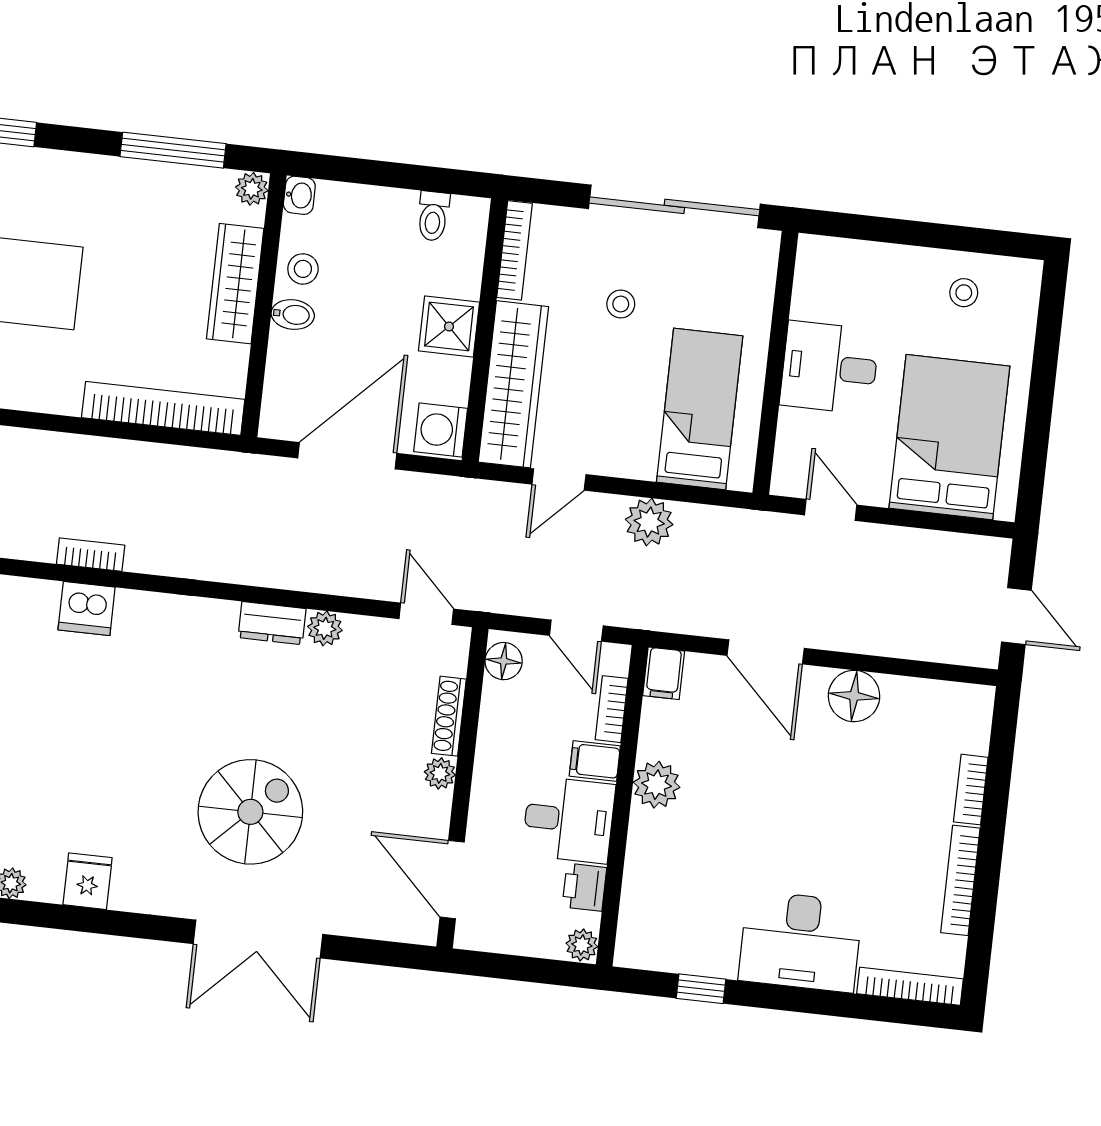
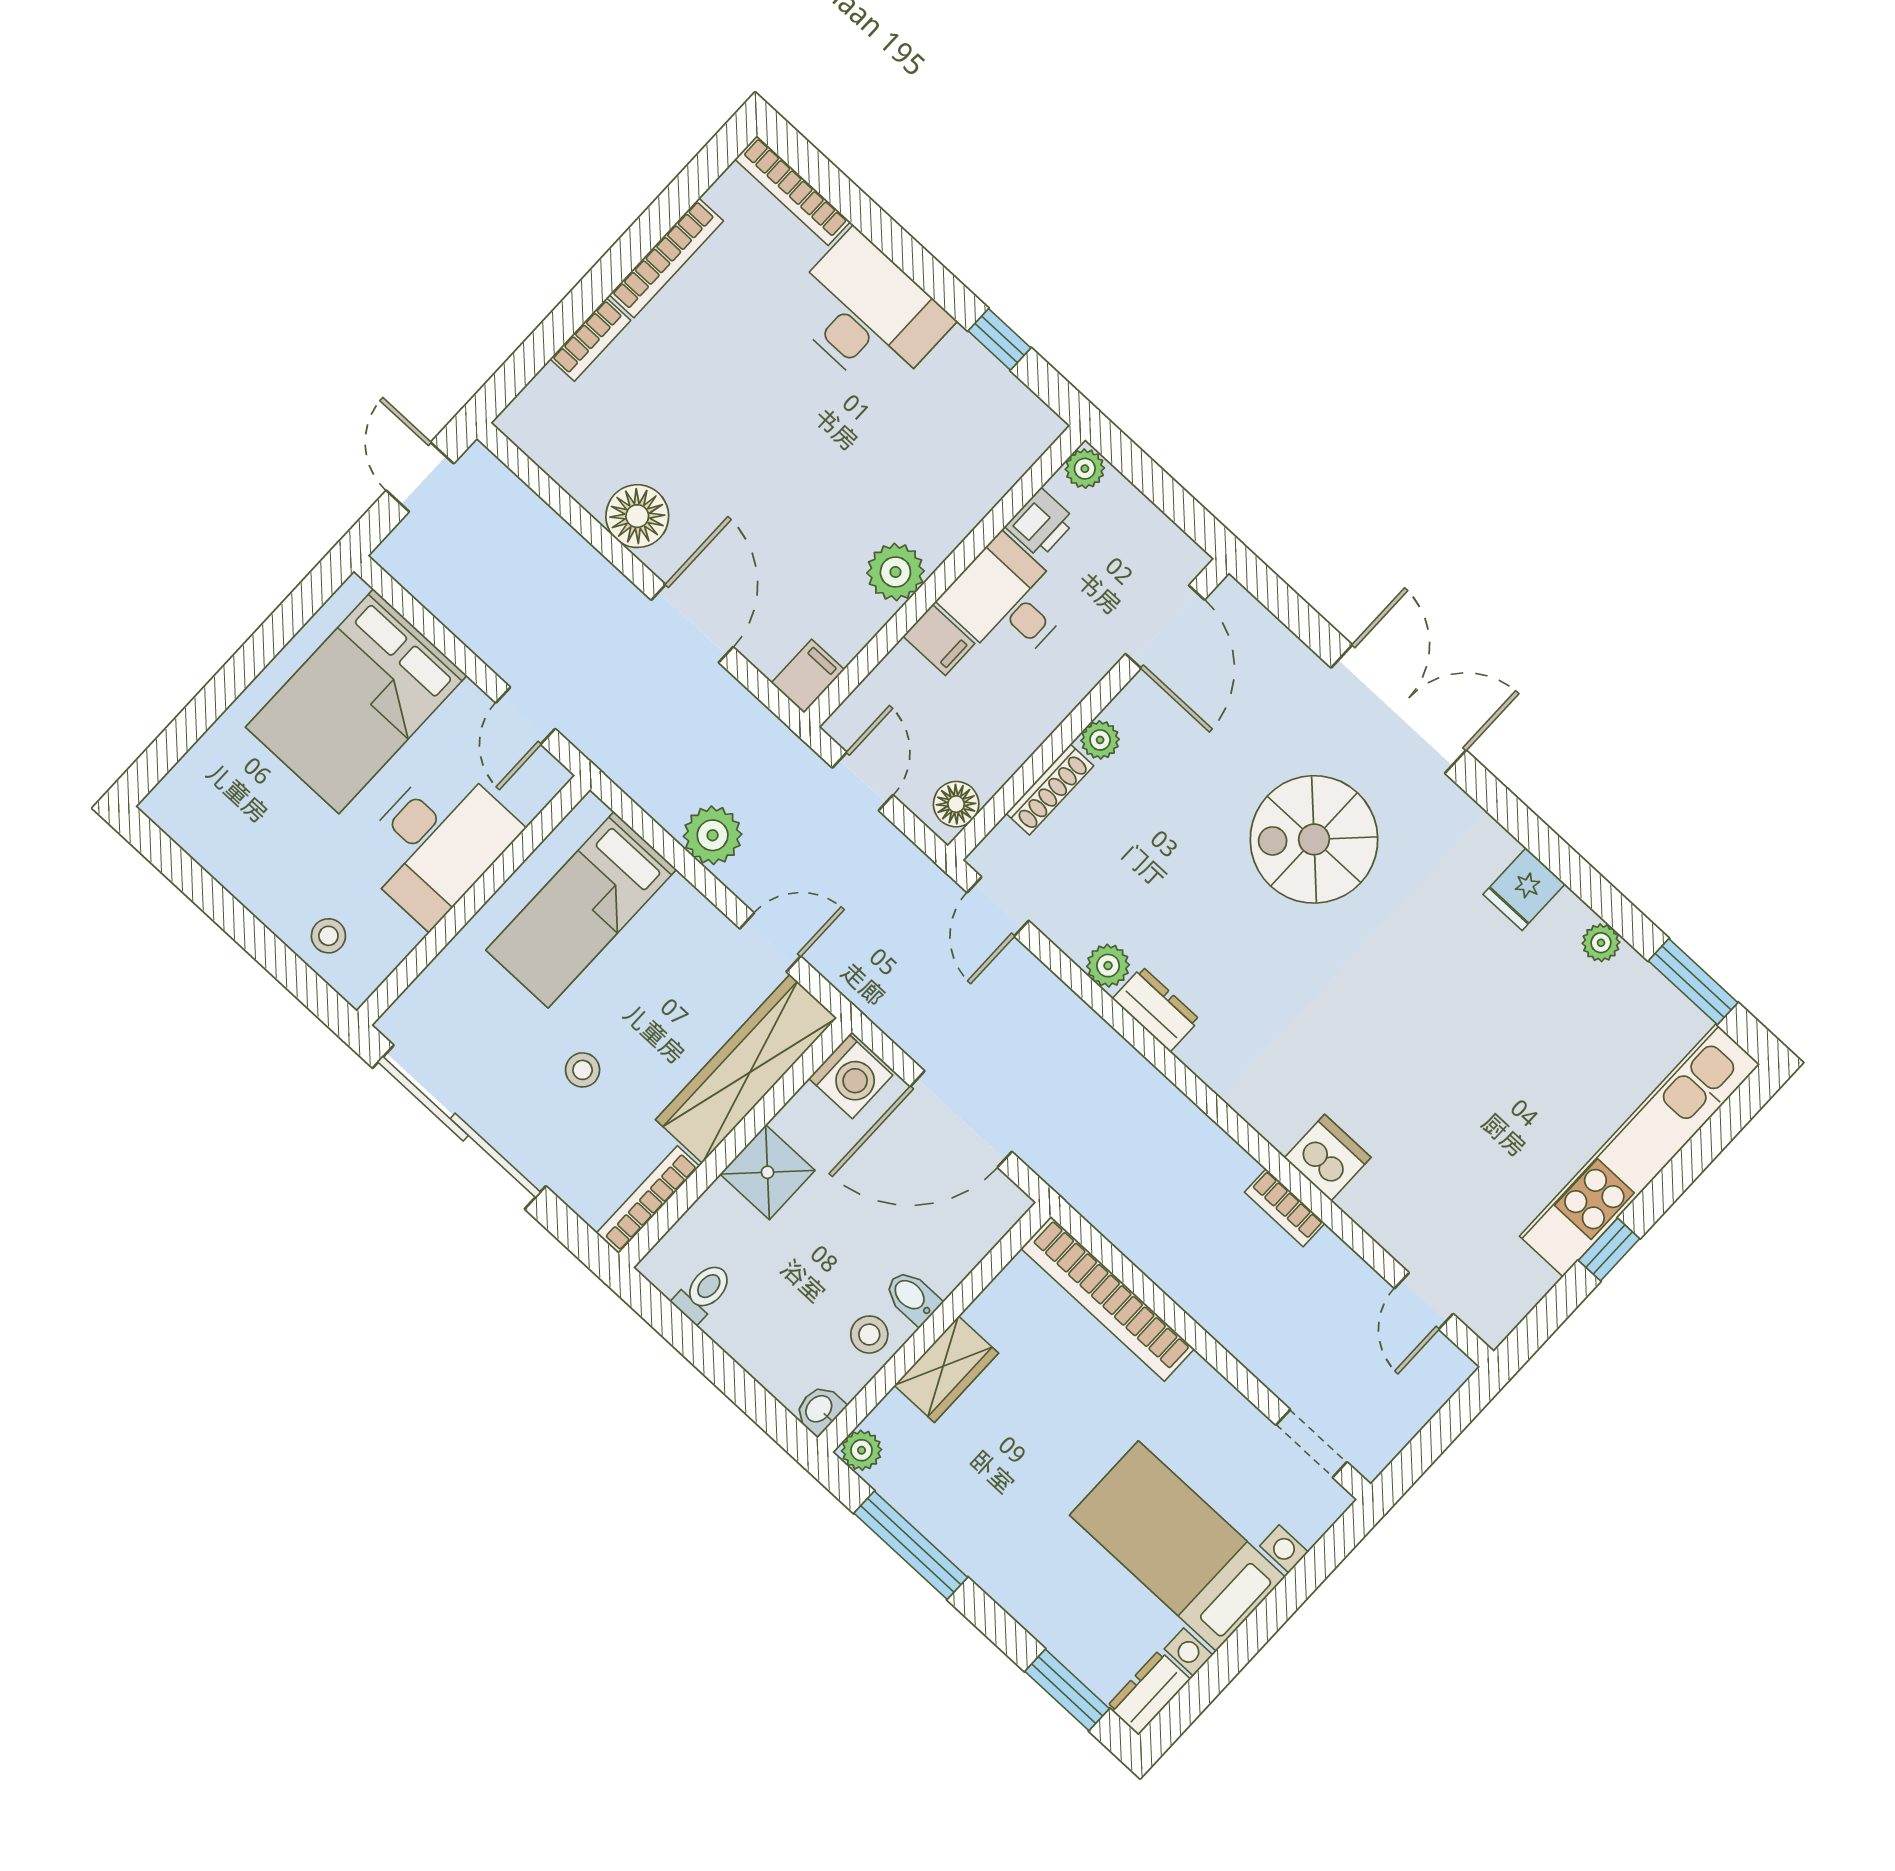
wardrobe: (235, 284) -> (946, 1369), width x0.67
stool: (964, 293) -> (328, 936), moved
desk: (830, 367) -> (437, 842), width x1.37
bookcase: (612, 709) -> (885, 679), removed

